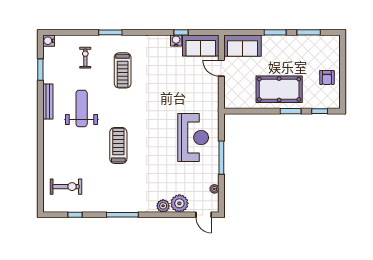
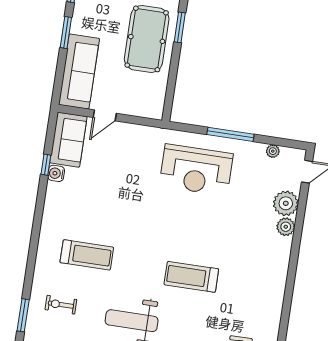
window: (110, 32) -> (23, 315), moved
sofa: (243, 46) -> (79, 72), width x1.36
reception desk: (193, 138) -> (196, 170), turned 180
window: (122, 215) -> (290, 286), removed

